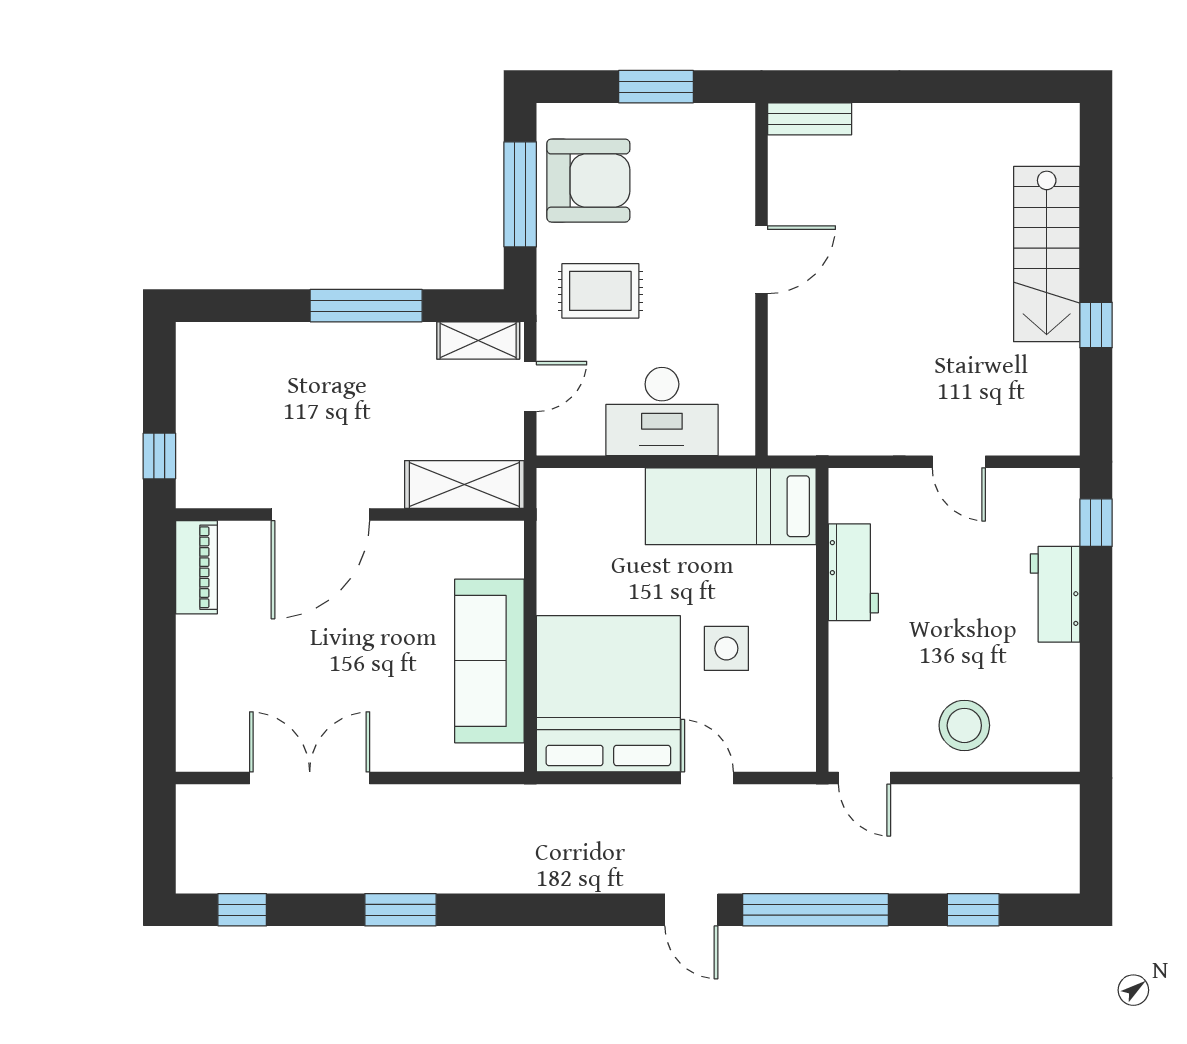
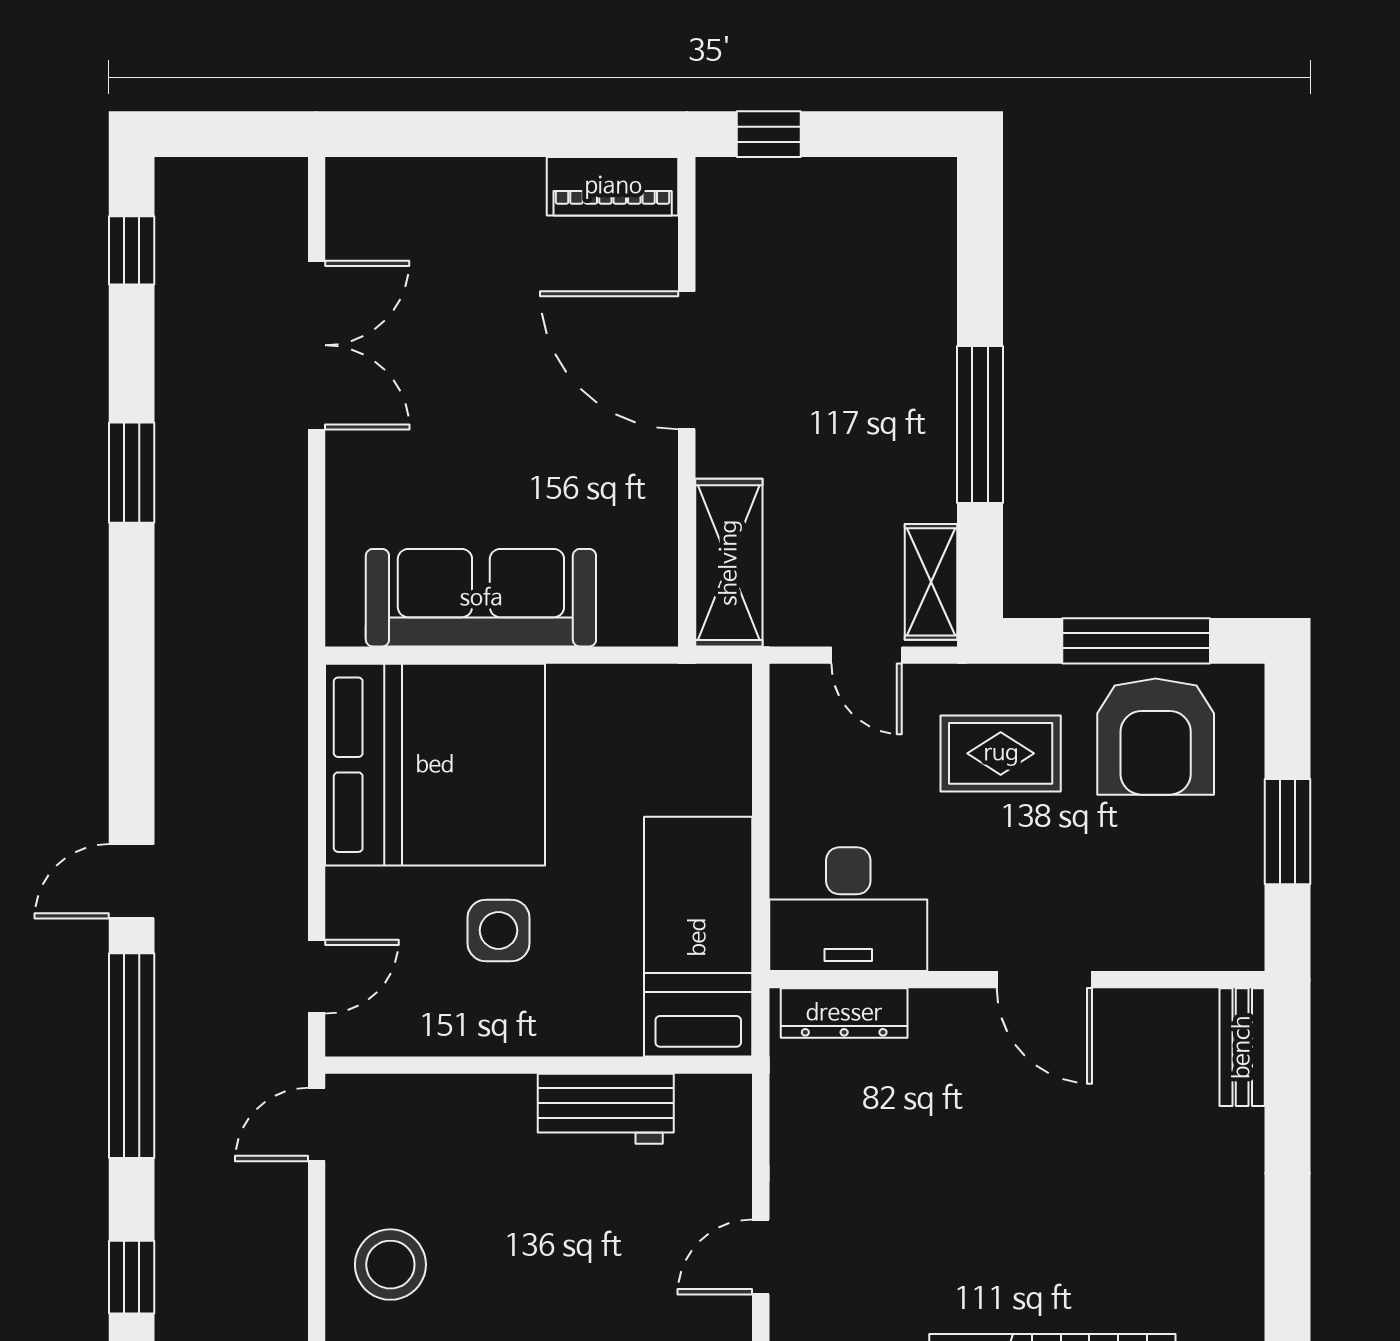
rug: (600, 291) -> (1001, 753), turned 90
dresser: (785, 402) -> (844, 1013), added
desk: (662, 411) -> (848, 909), moved, turned -90
door: (707, 778) -> (317, 977), moved

